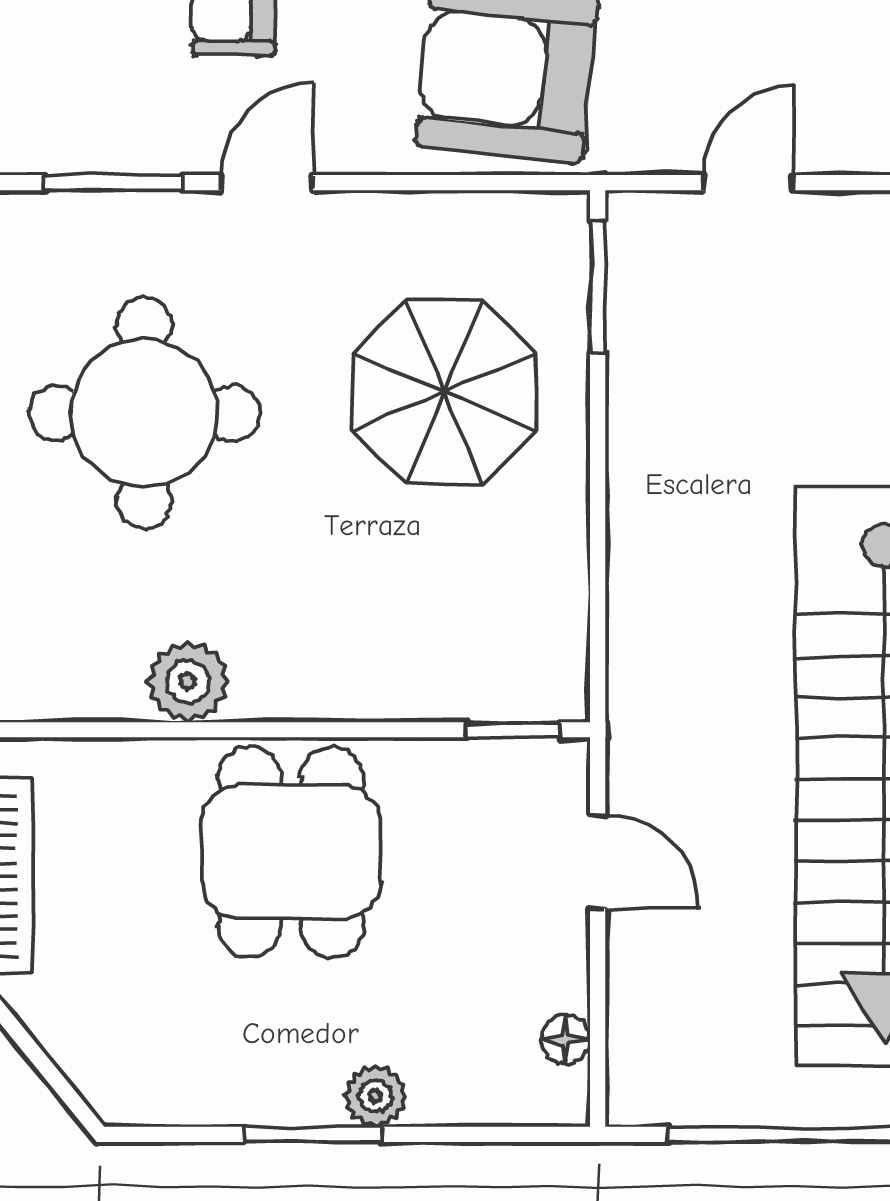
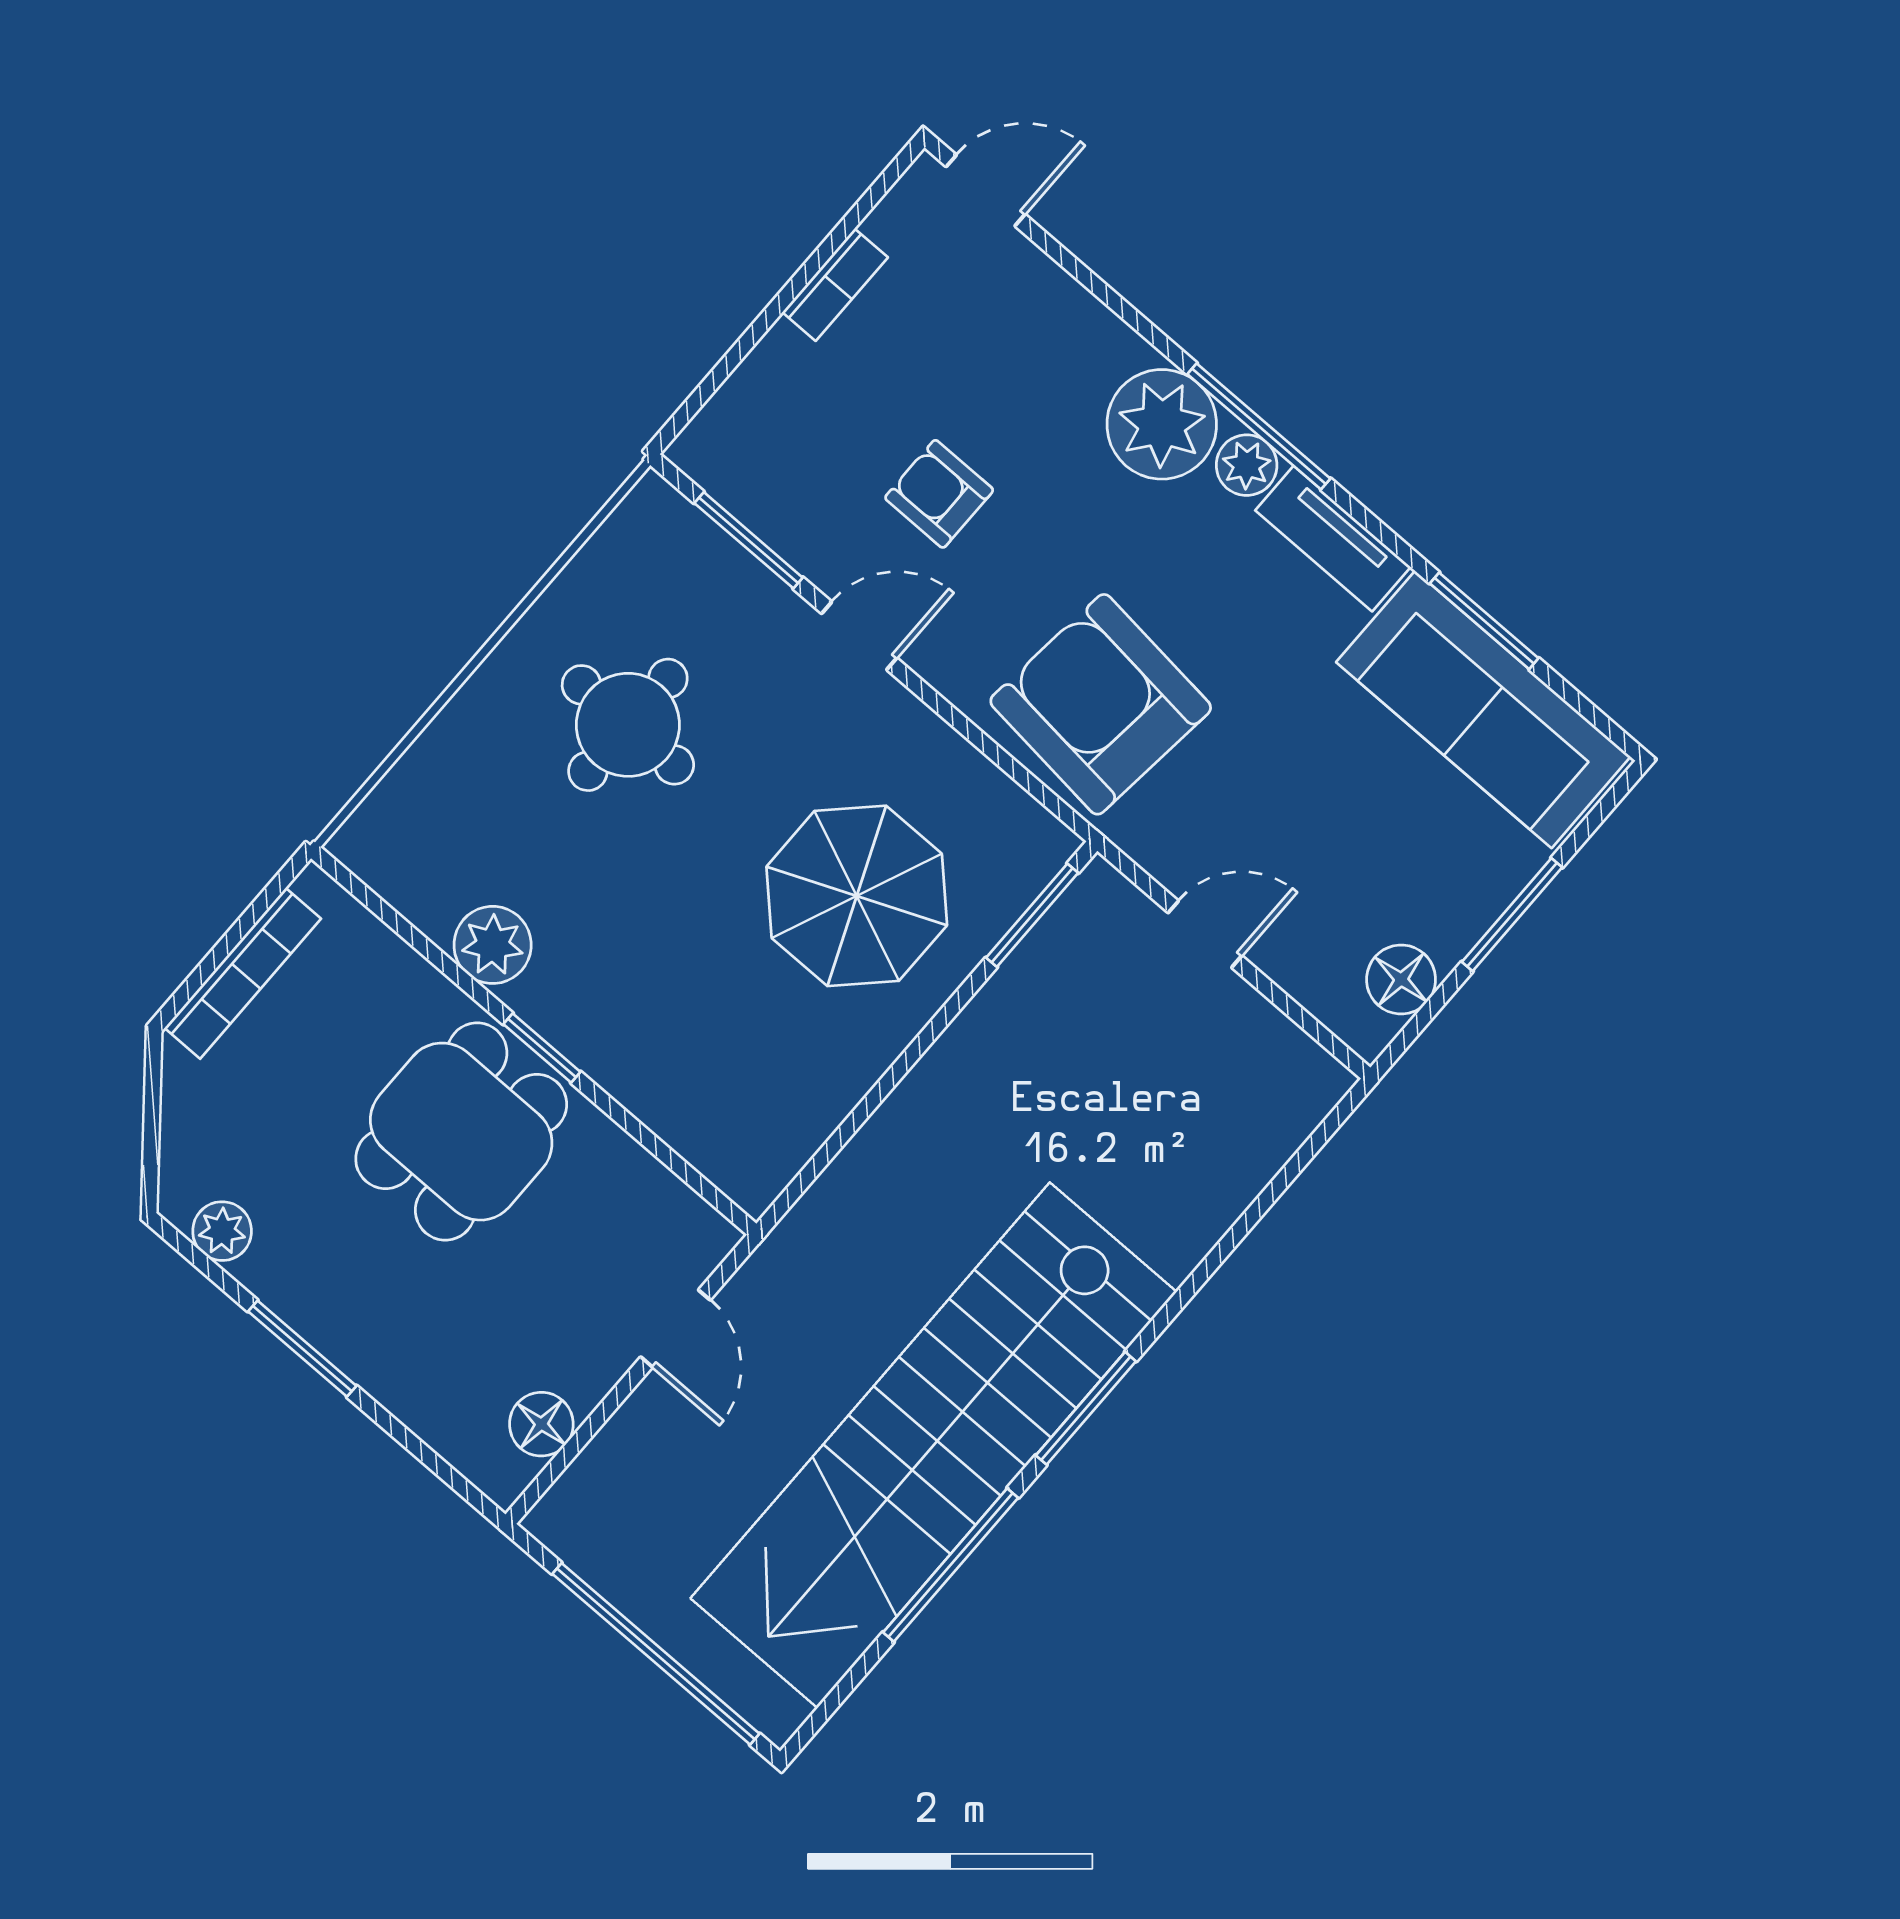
round table: (144, 413) -> (628, 725), width x0.73, depth x0.73
window: (513, 730) -> (542, 1048), moved
floor lamp: (566, 1039) -> (541, 1424), width x1.37, depth x1.37
plant: (375, 1096) -> (222, 1231), moved

